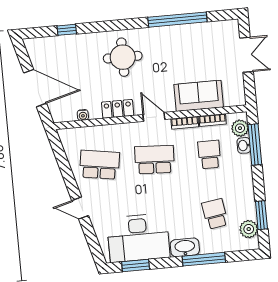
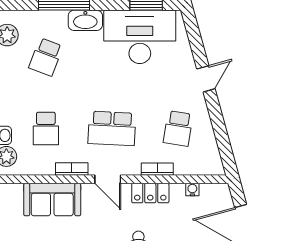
bookcase: (213, 120) -> (157, 169), moved
school desk: (100, 165) -> (178, 128), width x0.54
door: (80, 208) -> (206, 79), hinge flipped
school desk: (215, 214) -> (46, 57), turned 30

